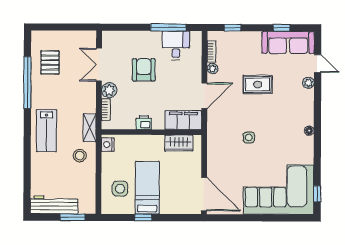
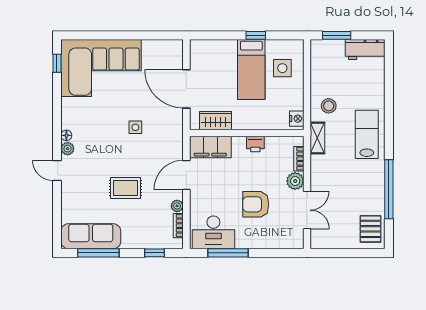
window: (282, 28) -> (98, 253), width x2.17
desk: (176, 45) -> (213, 232), width x1.37
pallet: (50, 62) -> (371, 229), moved
door: (318, 64) -> (57, 171), moved
armchair: (144, 70) -> (256, 204), turned 90
plant: (308, 83) -> (68, 149), moved
door: (204, 194) -> (186, 89), moved
workbench: (54, 205) -> (365, 50), width x0.73

